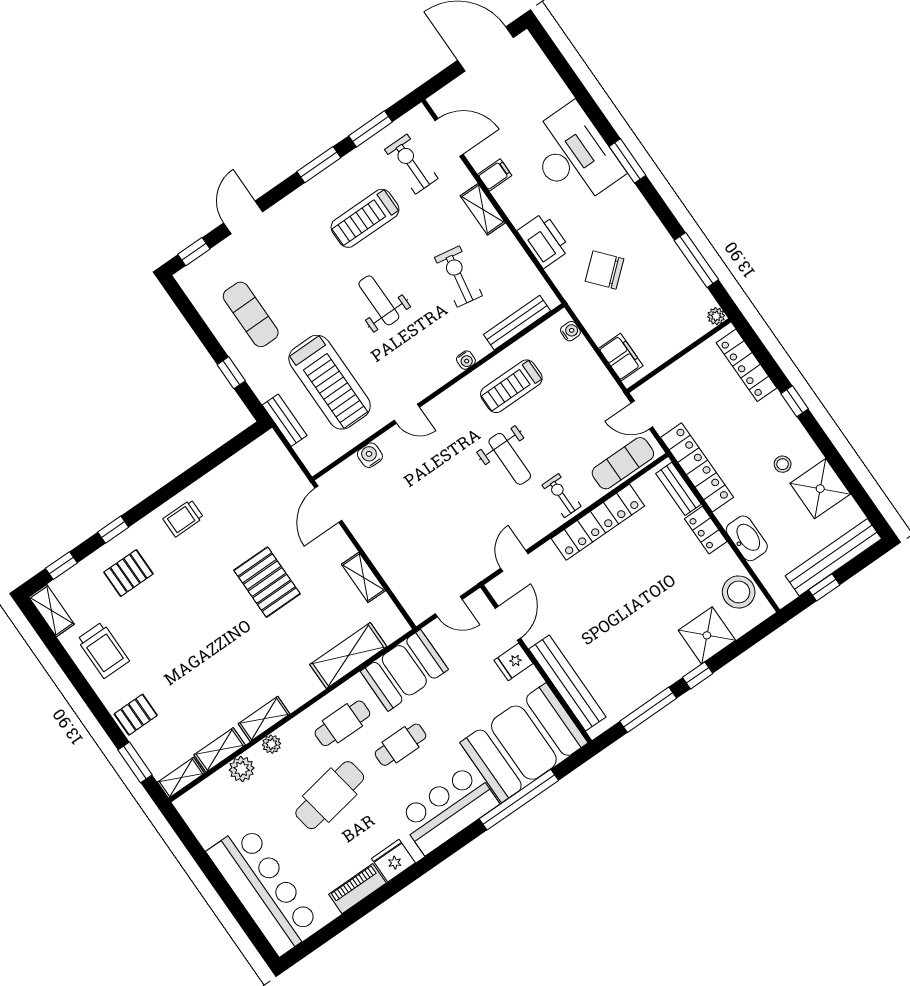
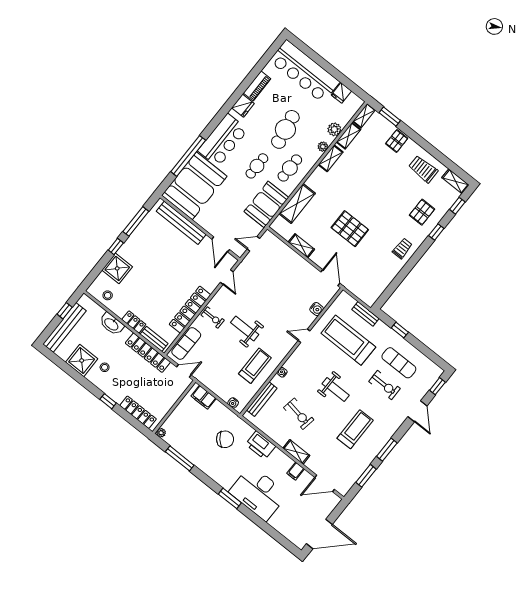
exercise bike: (411, 164) -> (385, 385), moved
stool: (739, 592) -> (108, 295), width x0.53, depth x0.53
fridge: (513, 662) -> (341, 93), moved, turned 180

